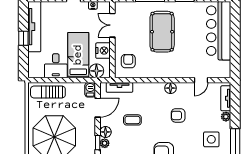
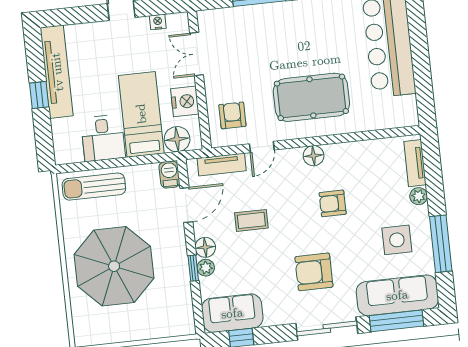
pool table: (162, 32) -> (311, 97), moved, turned 90
door: (201, 80) -> (262, 147), moved

